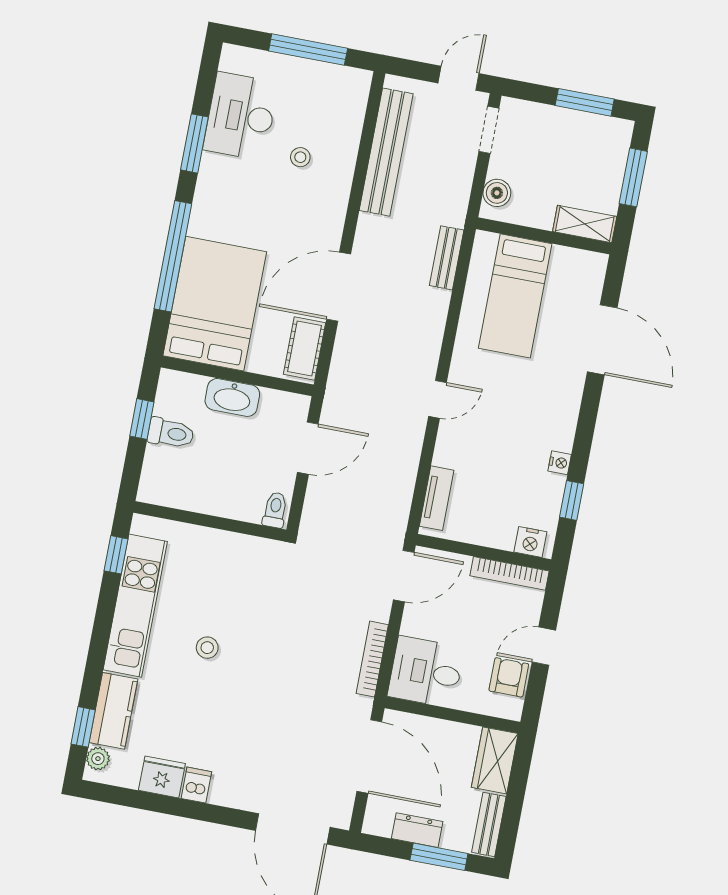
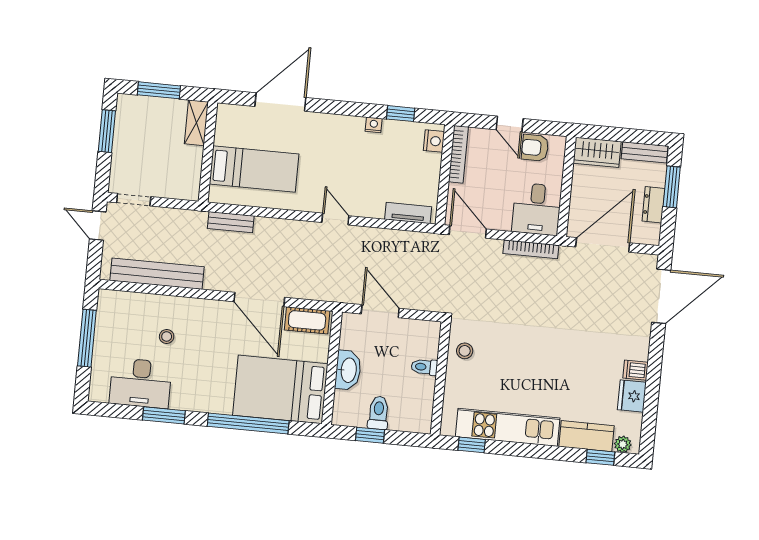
boiler: (497, 193) -> (180, 189), removed
toilet: (275, 510) -> (424, 367), moved
stool: (207, 648) -> (465, 351), moved

